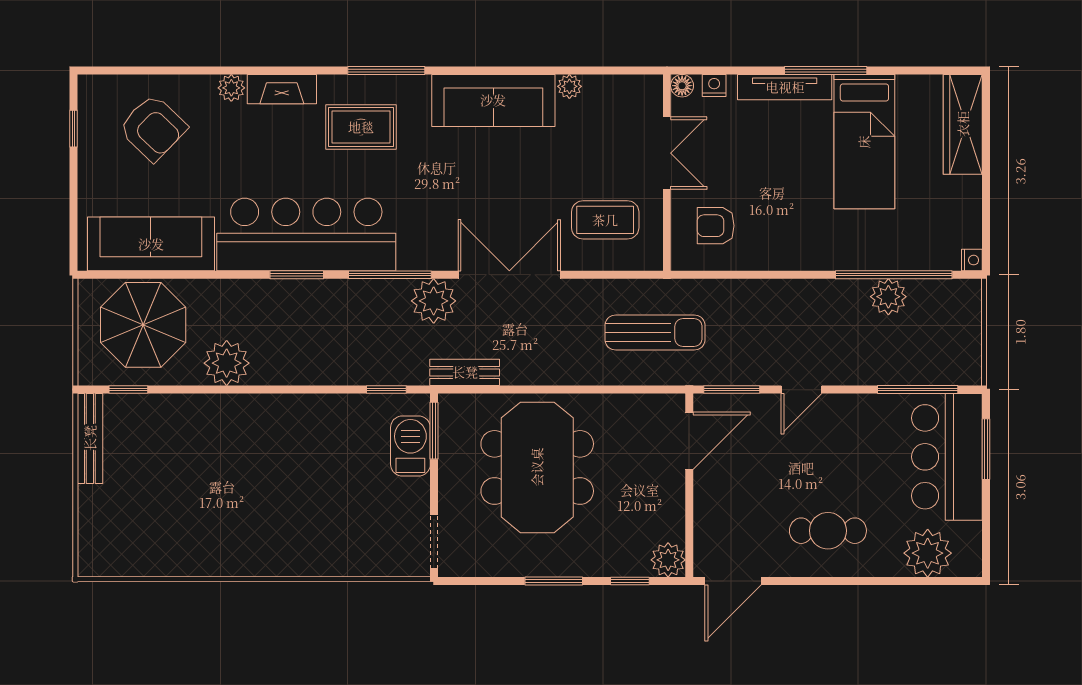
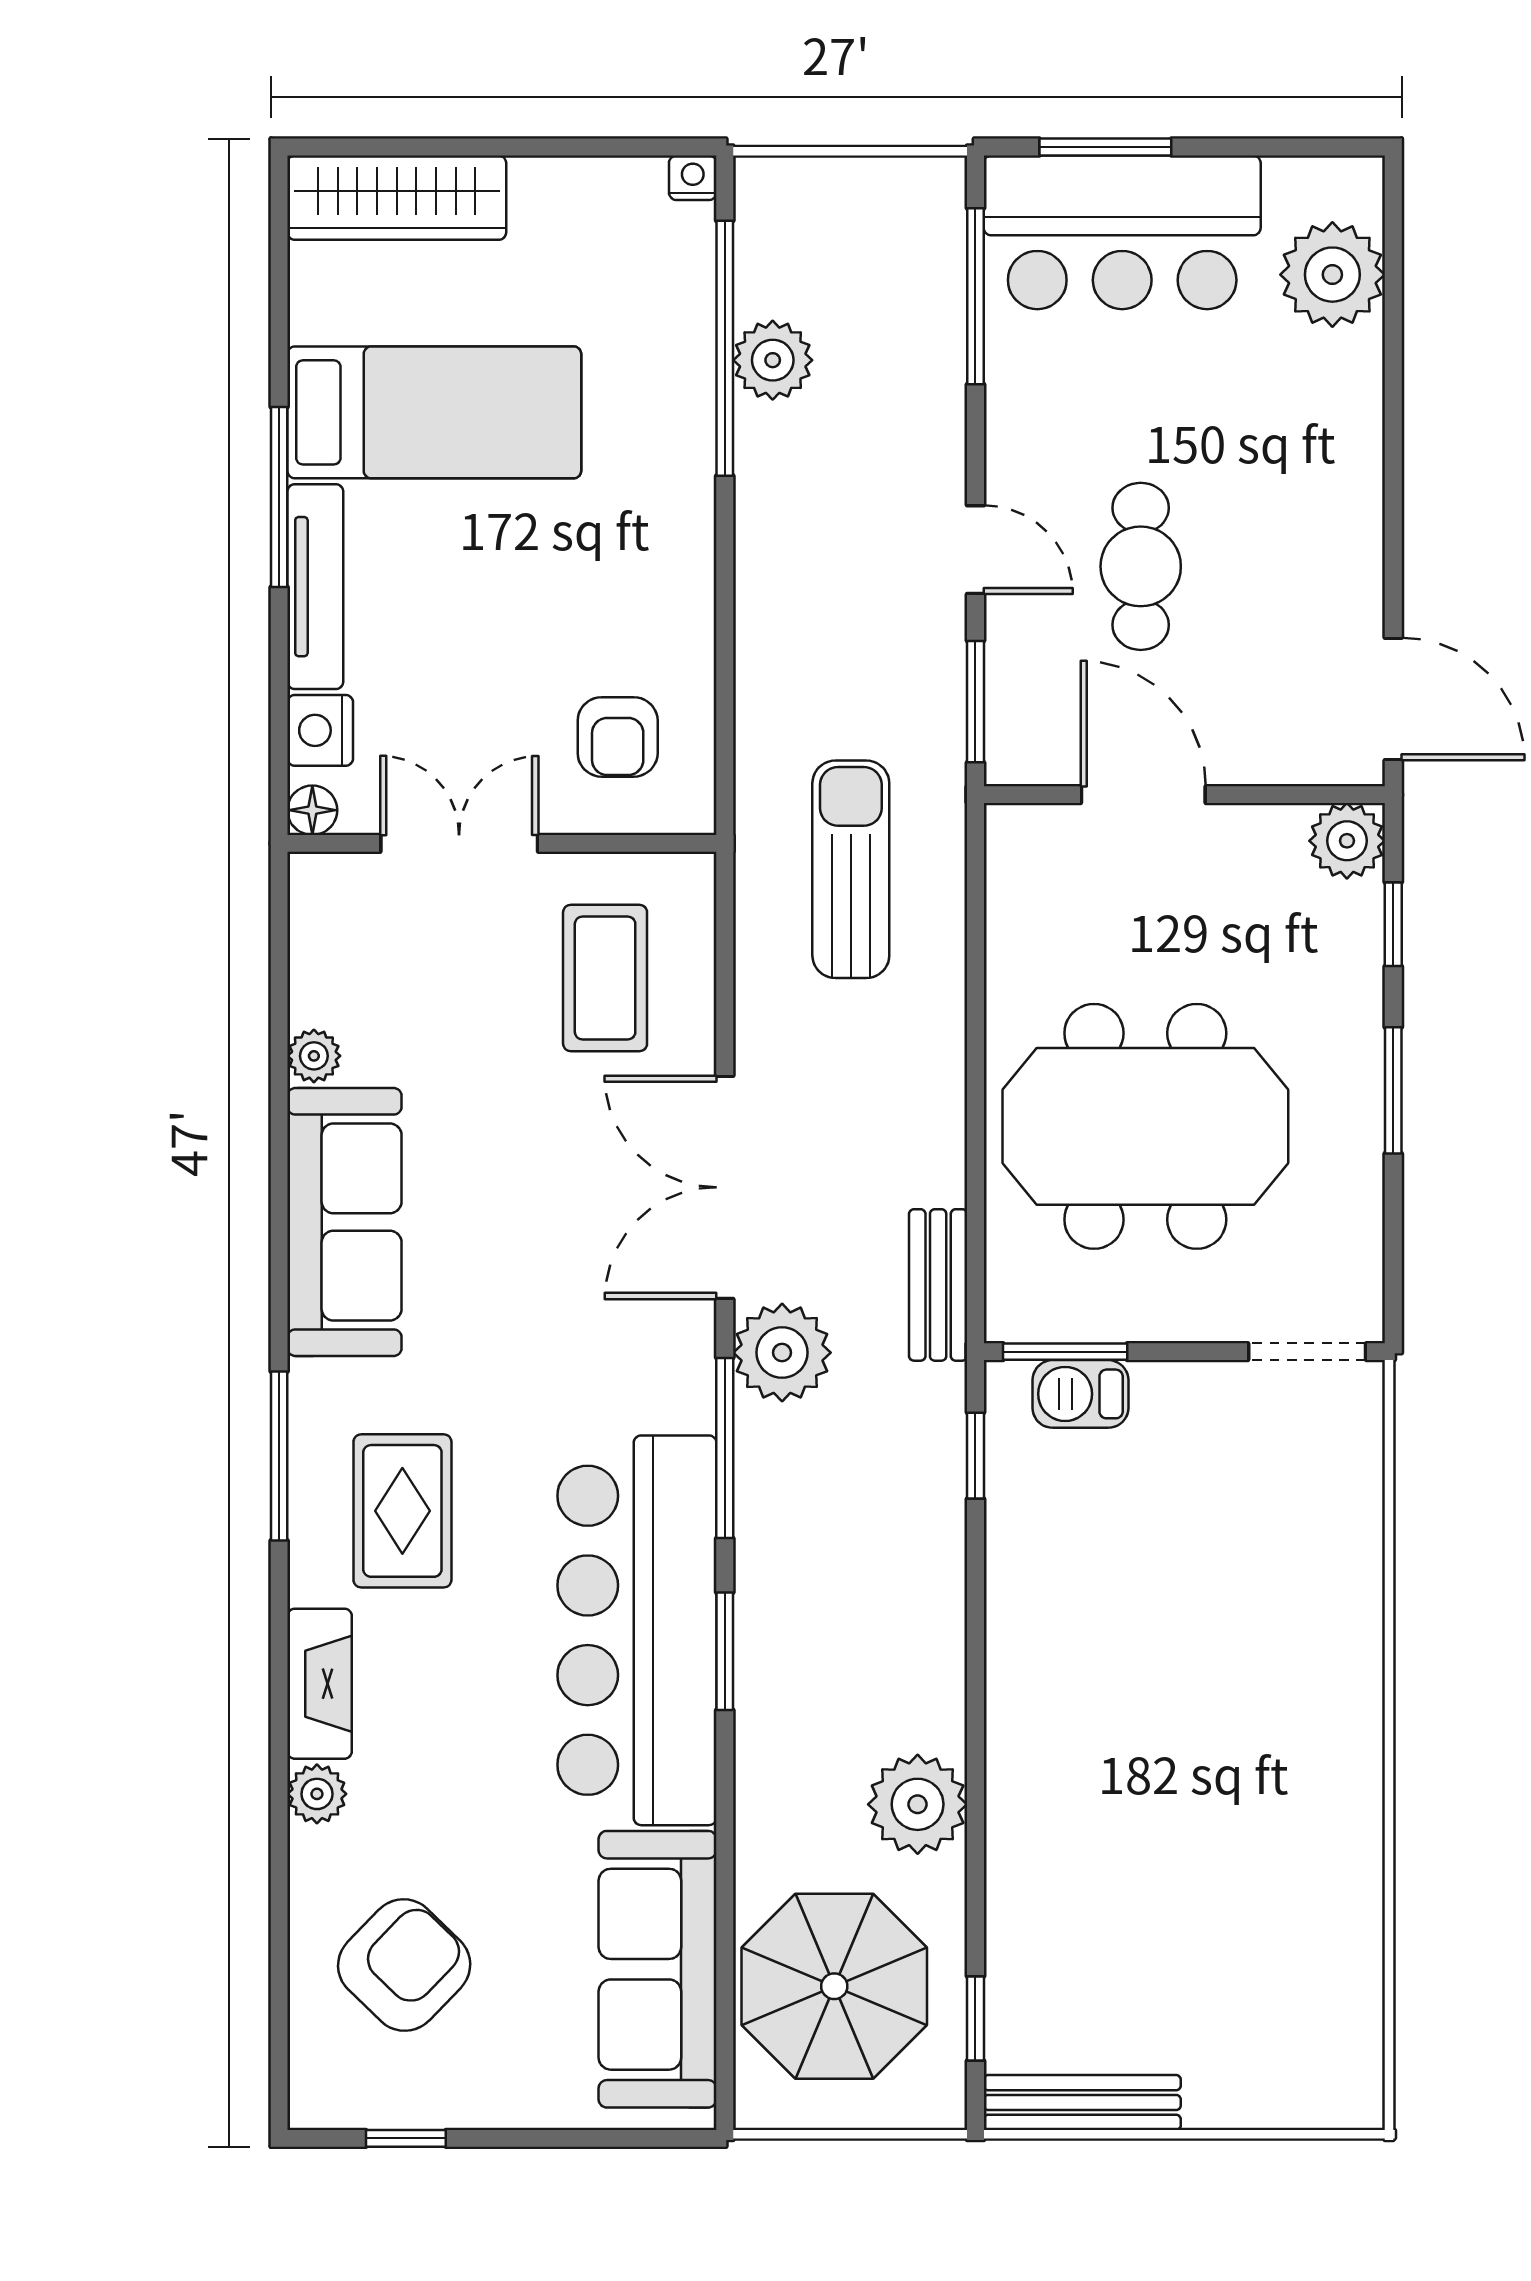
nightstand: (714, 85) -> (320, 730), width x1.39, depth x1.35
door: (689, 441) -> (1143, 795), moved
barbecue: (410, 446) -> (1080, 1394), width x0.73, depth x0.79
cafe table: (828, 531) -> (1141, 566), moved

